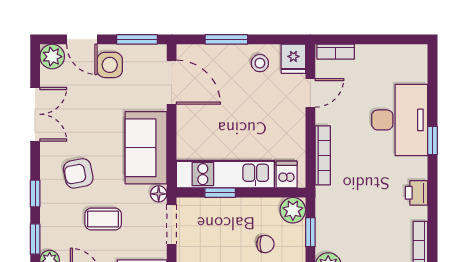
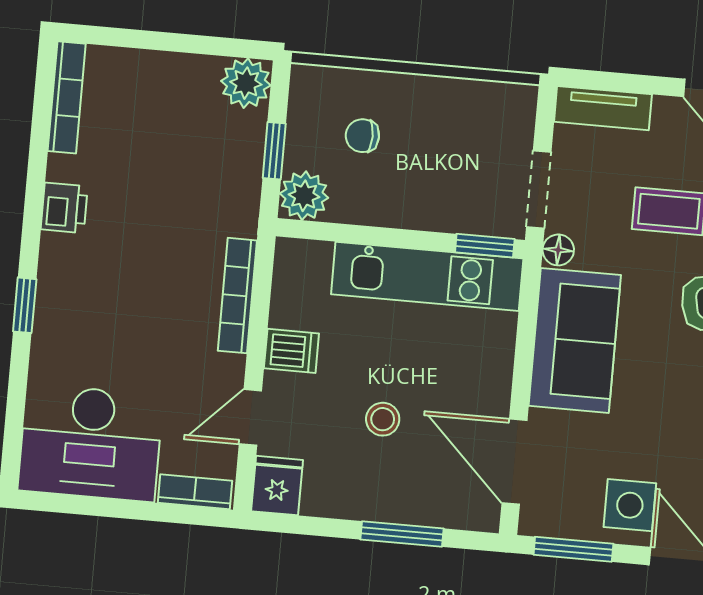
stool: (260, 63) -> (383, 419), moved
desk: (400, 120) -> (91, 443), moved, turned -90
dishwasher: (287, 174) -> (291, 351), moved, turned -90
window: (220, 193) -> (485, 246), moved

